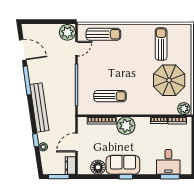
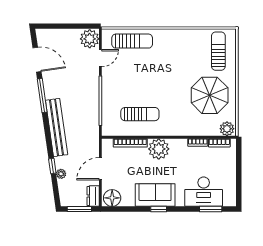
sun lounger: (161, 44) -> (218, 51), moved
desk: (168, 162) -> (204, 192), width x1.37
floor lamp: (98, 167) -> (112, 198), moved

